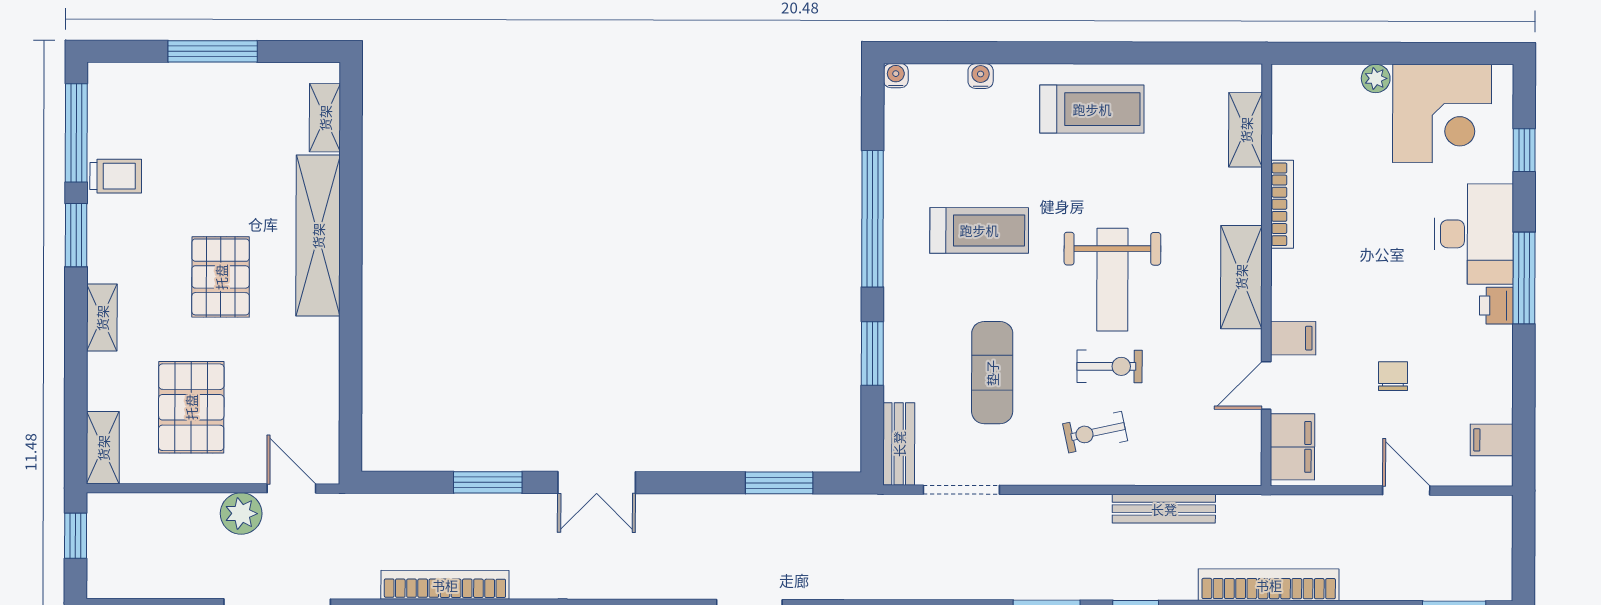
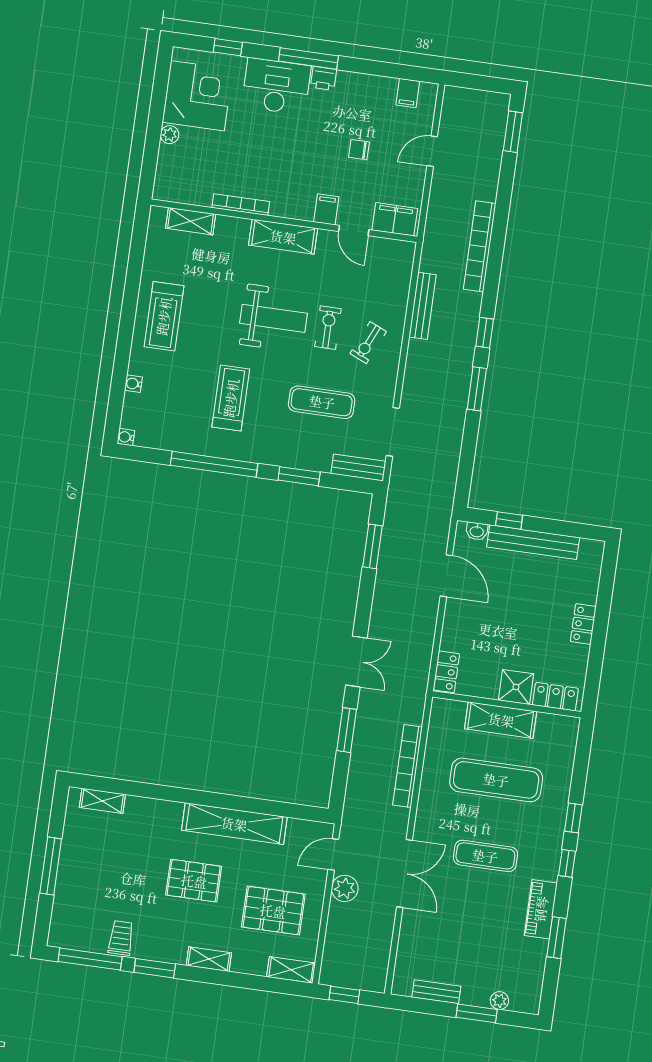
treadmill: (1092, 109) -> (164, 316), turned 180
shelving: (318, 236) -> (234, 824), moved
exercise bike: (1095, 432) -> (368, 343), turned 36

